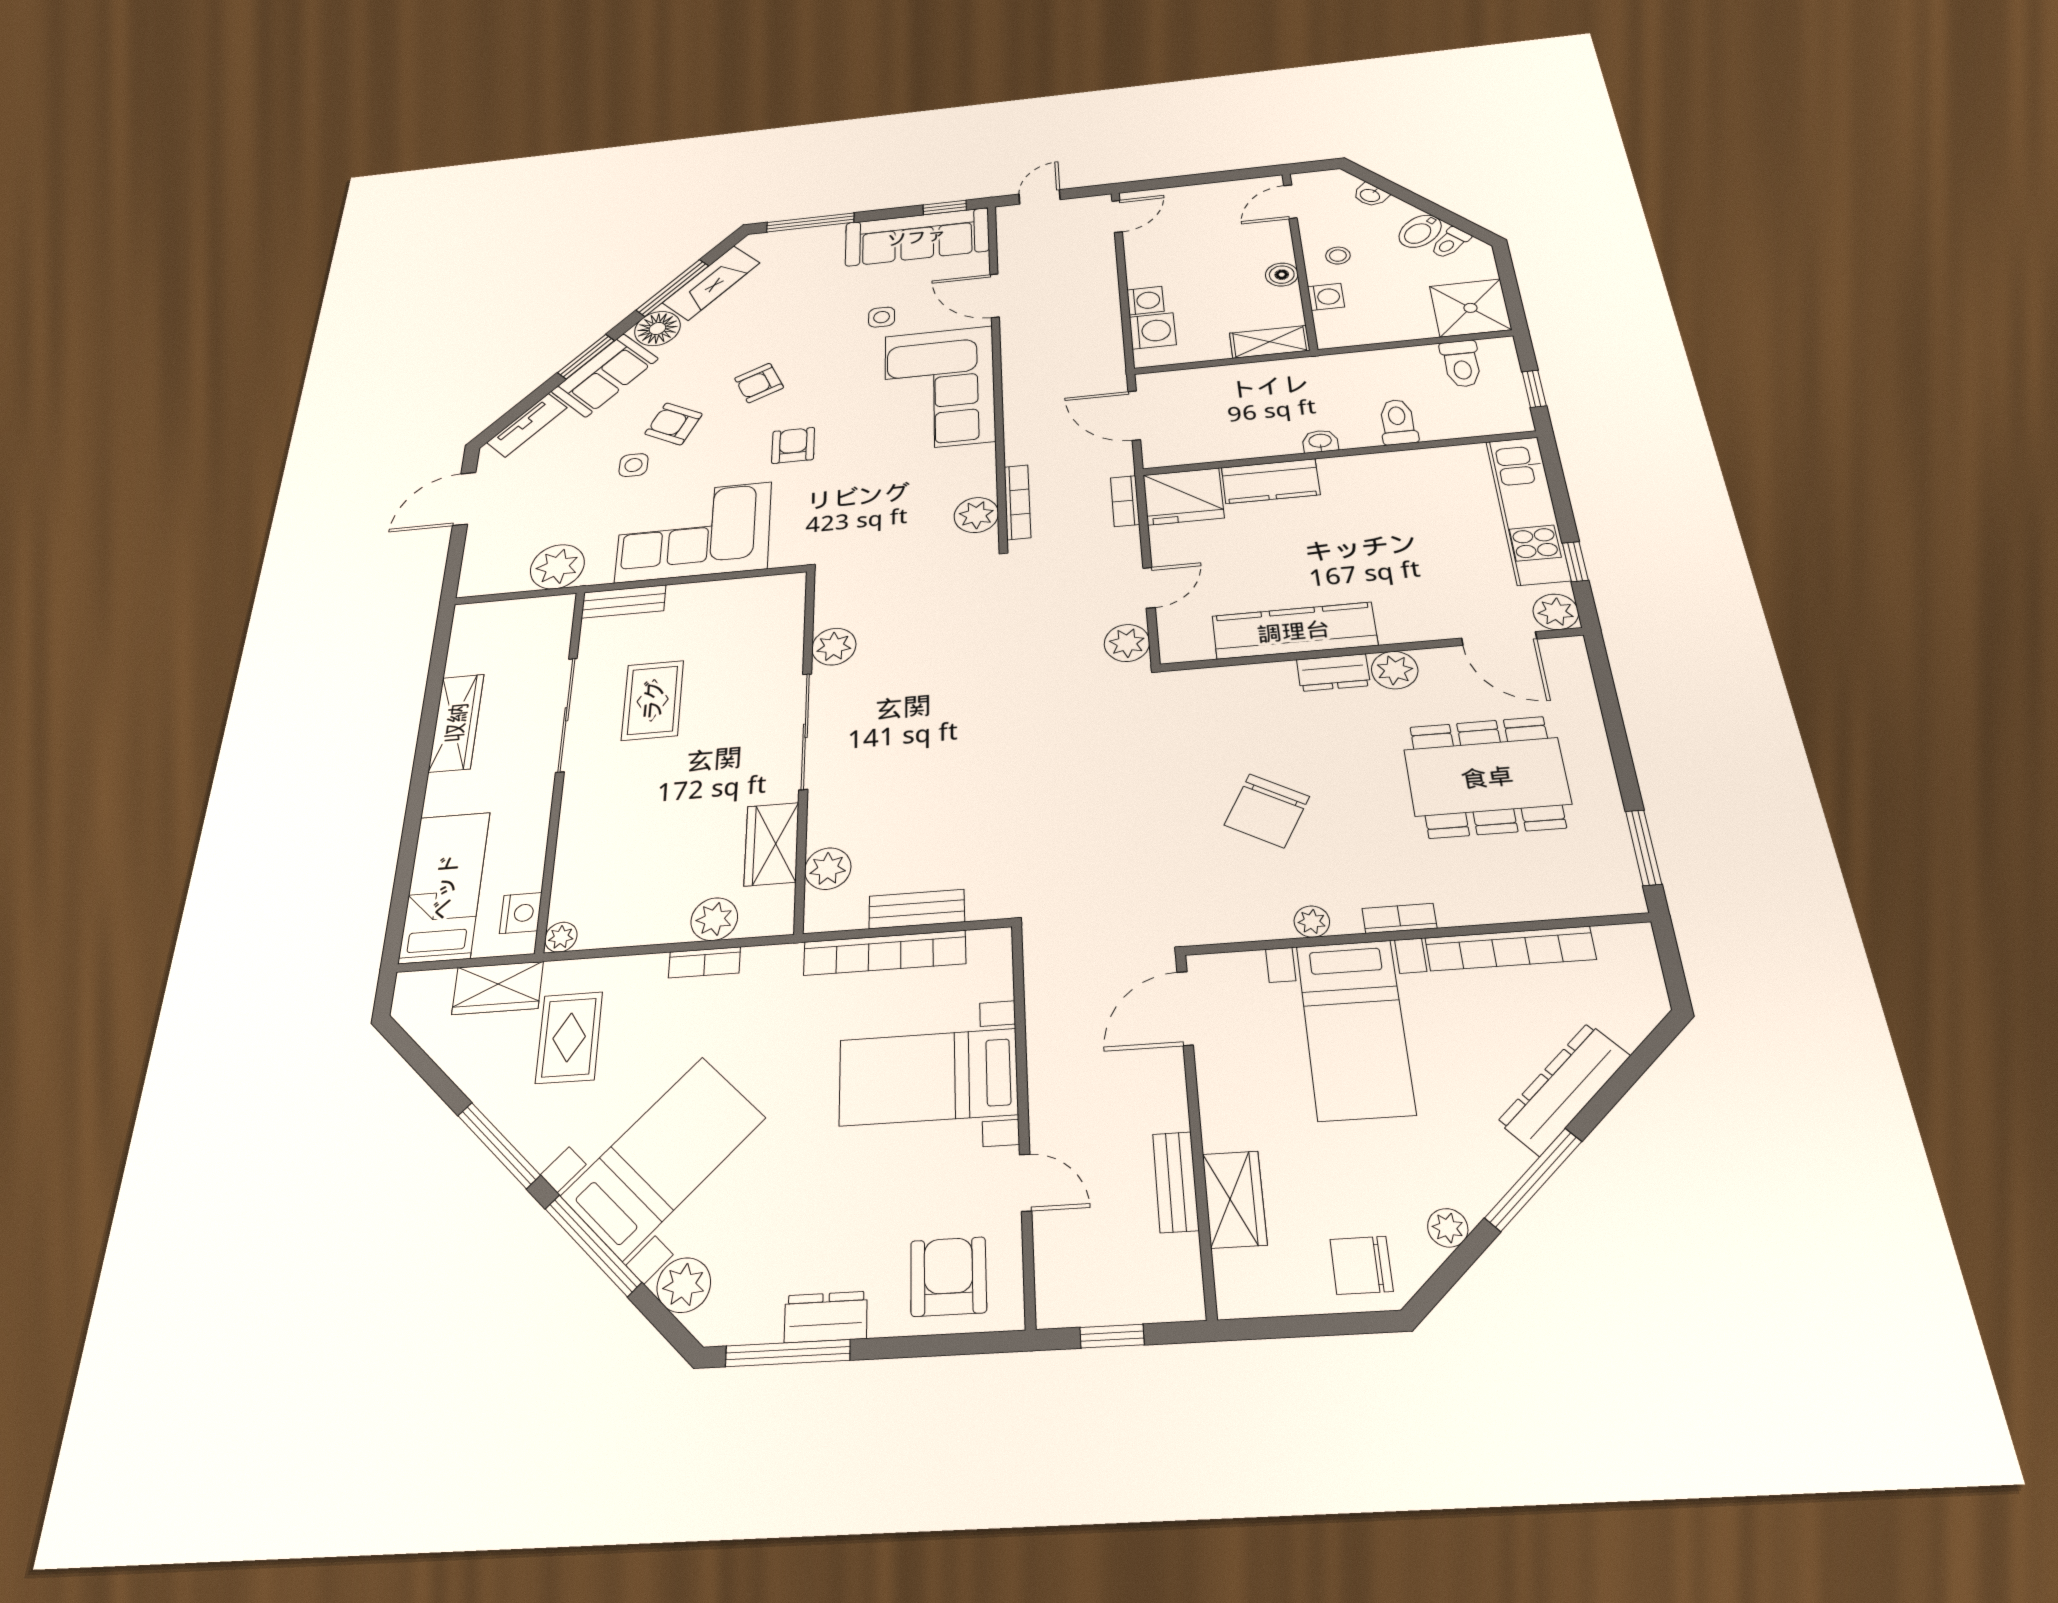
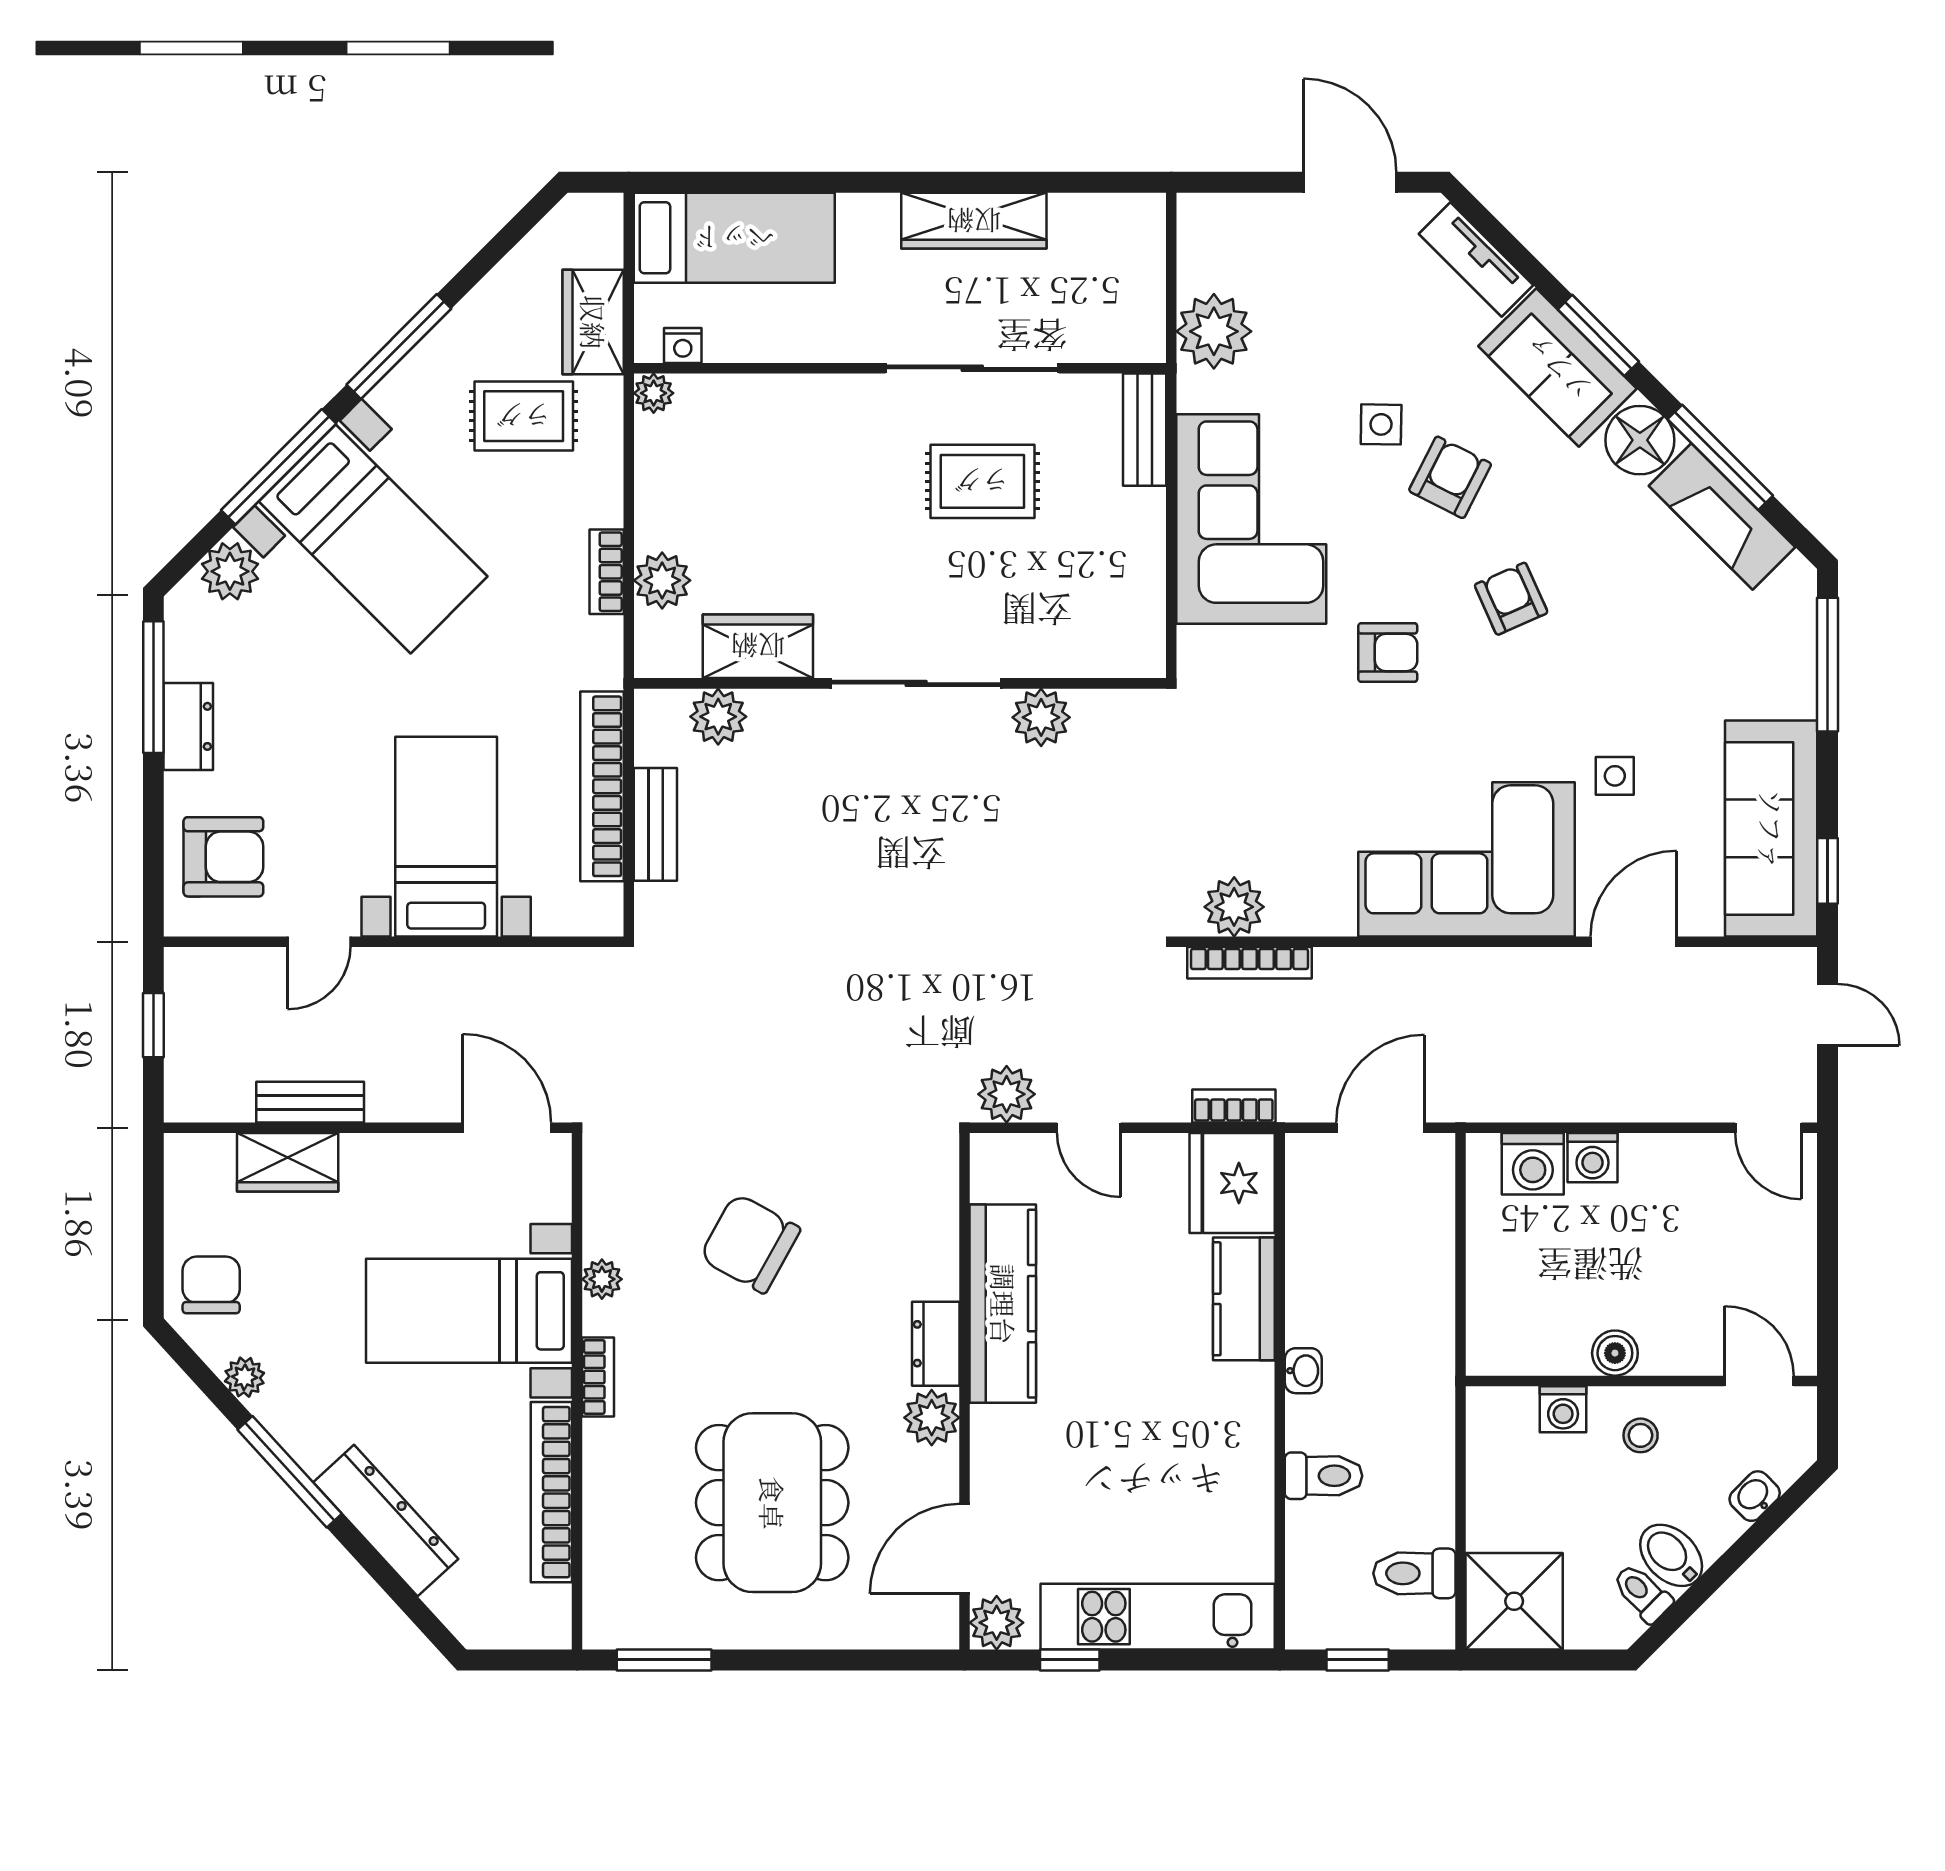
shelving: (1269, 342) -> (1490, 1323), removed
nightstand: (521, 913) -> (683, 345), width x0.72, depth x0.74

